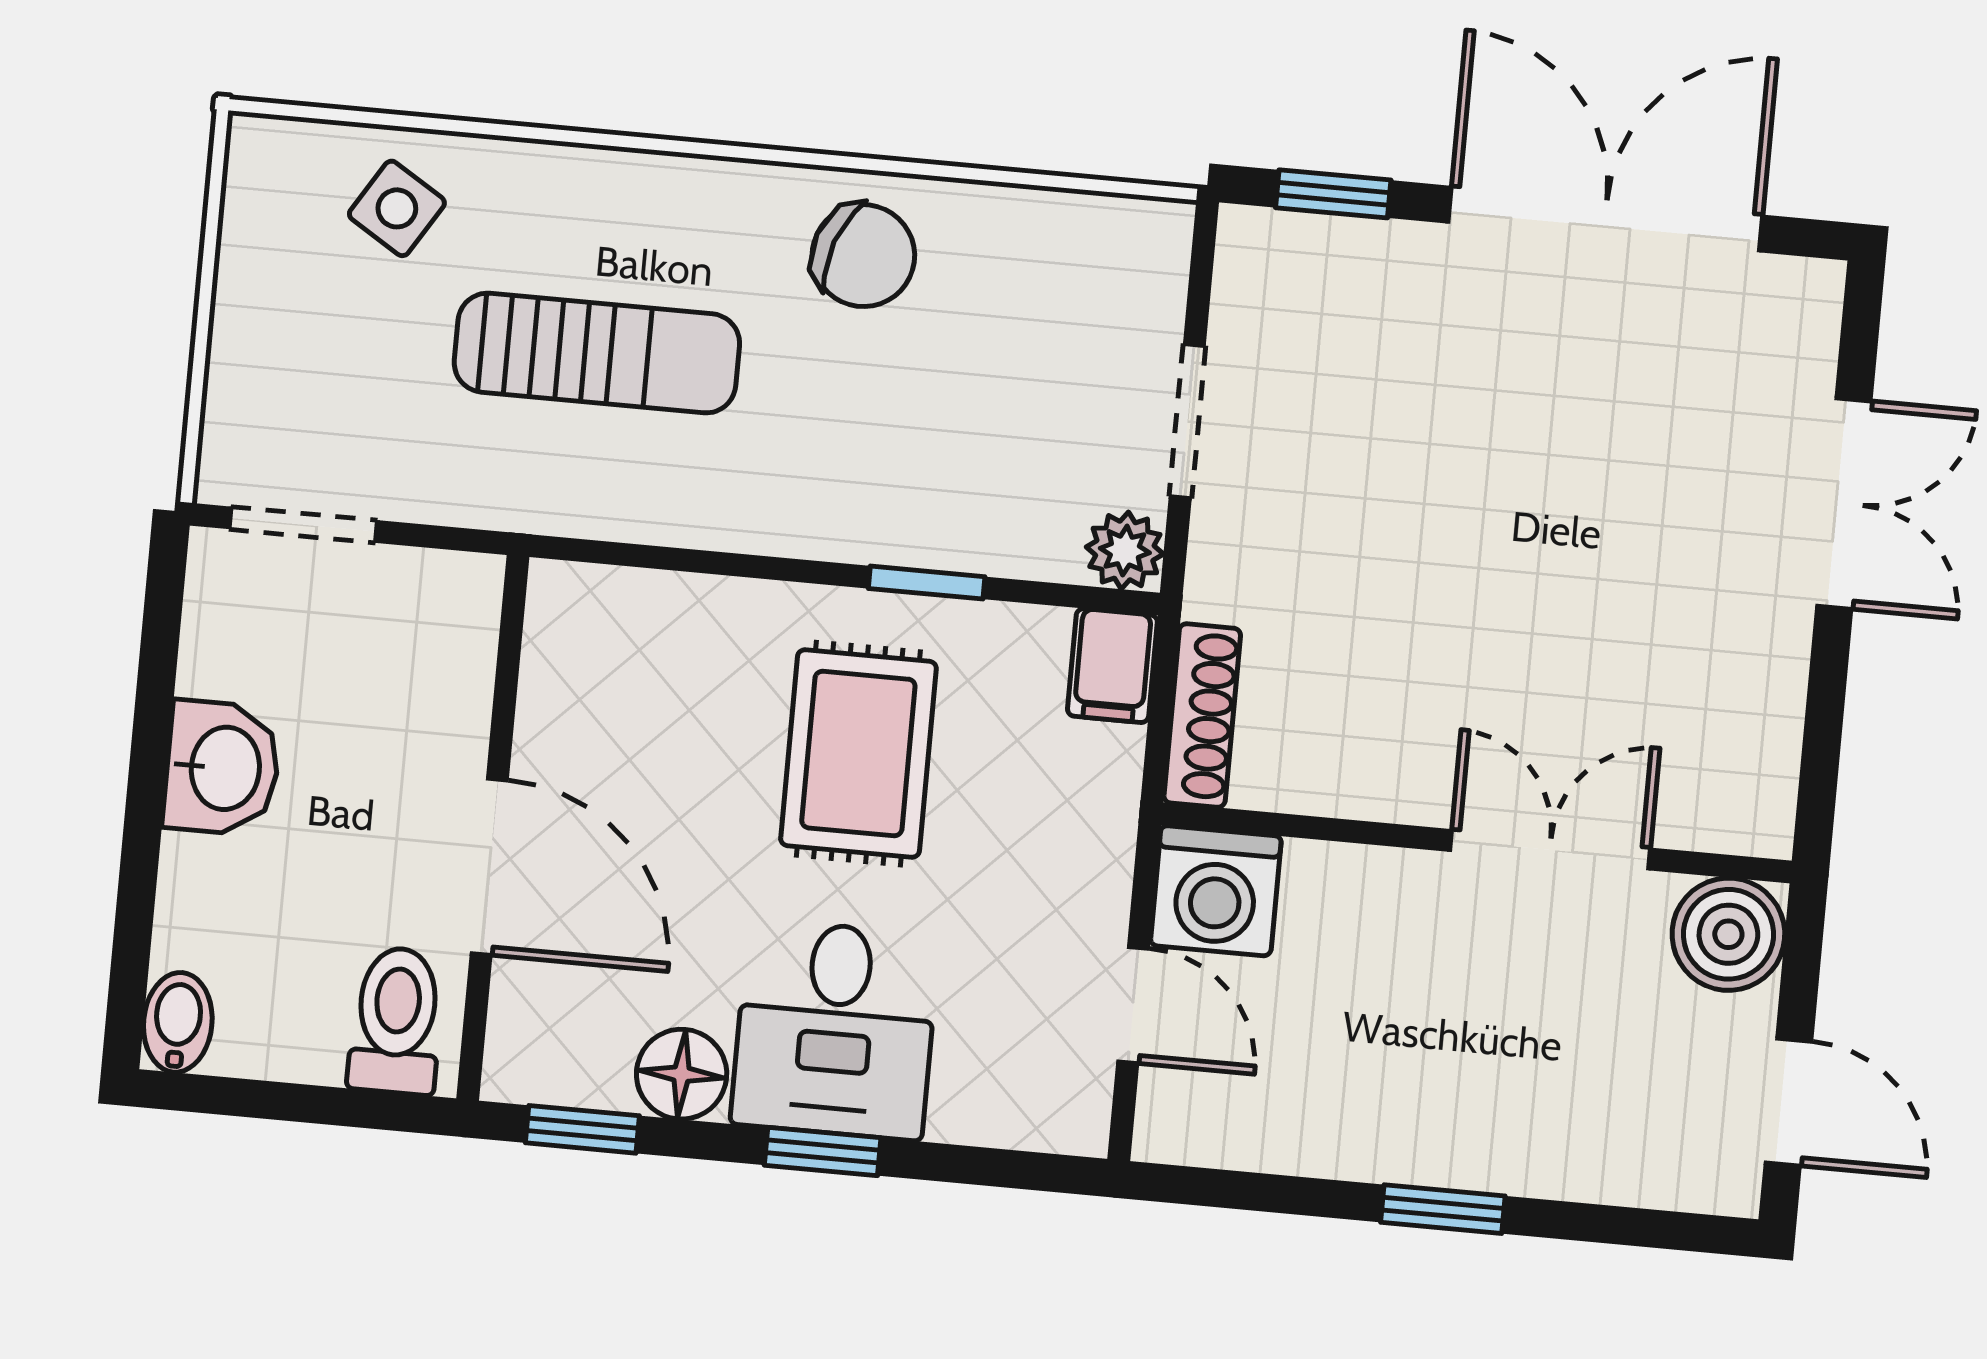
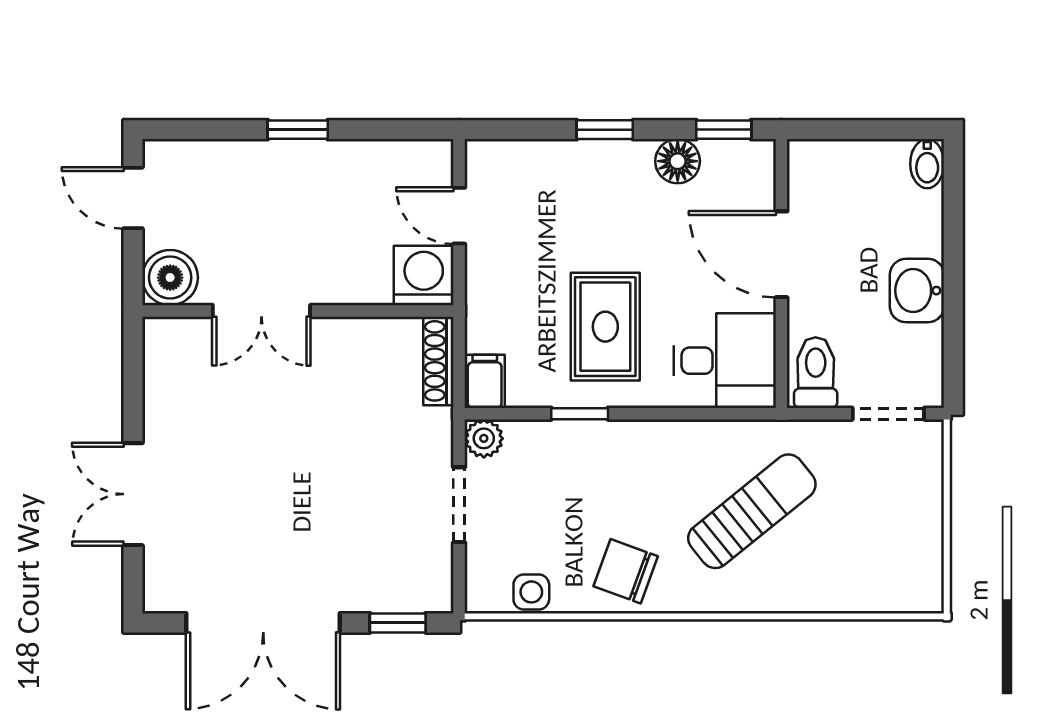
side table: (397, 208) -> (531, 592), moved, turned -32
sun lounger: (597, 353) -> (752, 511), turned 141
toilet: (396, 1021) -> (816, 373), moved, turned 180
desk: (835, 1029) -> (725, 361), moved, turned 90

